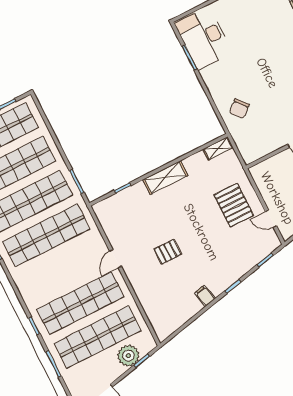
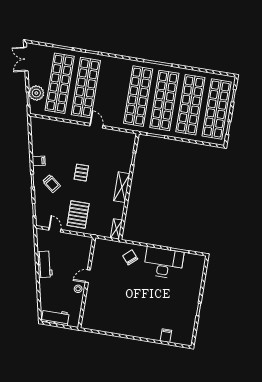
desk: (204, 38) -> (164, 263), moved
pallet: (234, 205) -> (78, 215), turned 90
door: (271, 219) -> (55, 230), hinge flipped
pallet: (168, 252) -> (81, 173), moved
trolley: (220, 262) -> (51, 184), added

